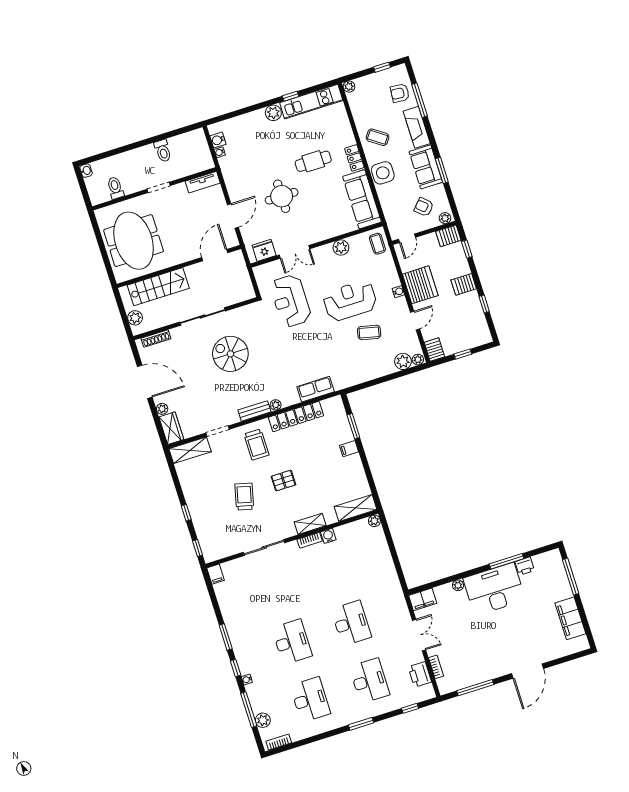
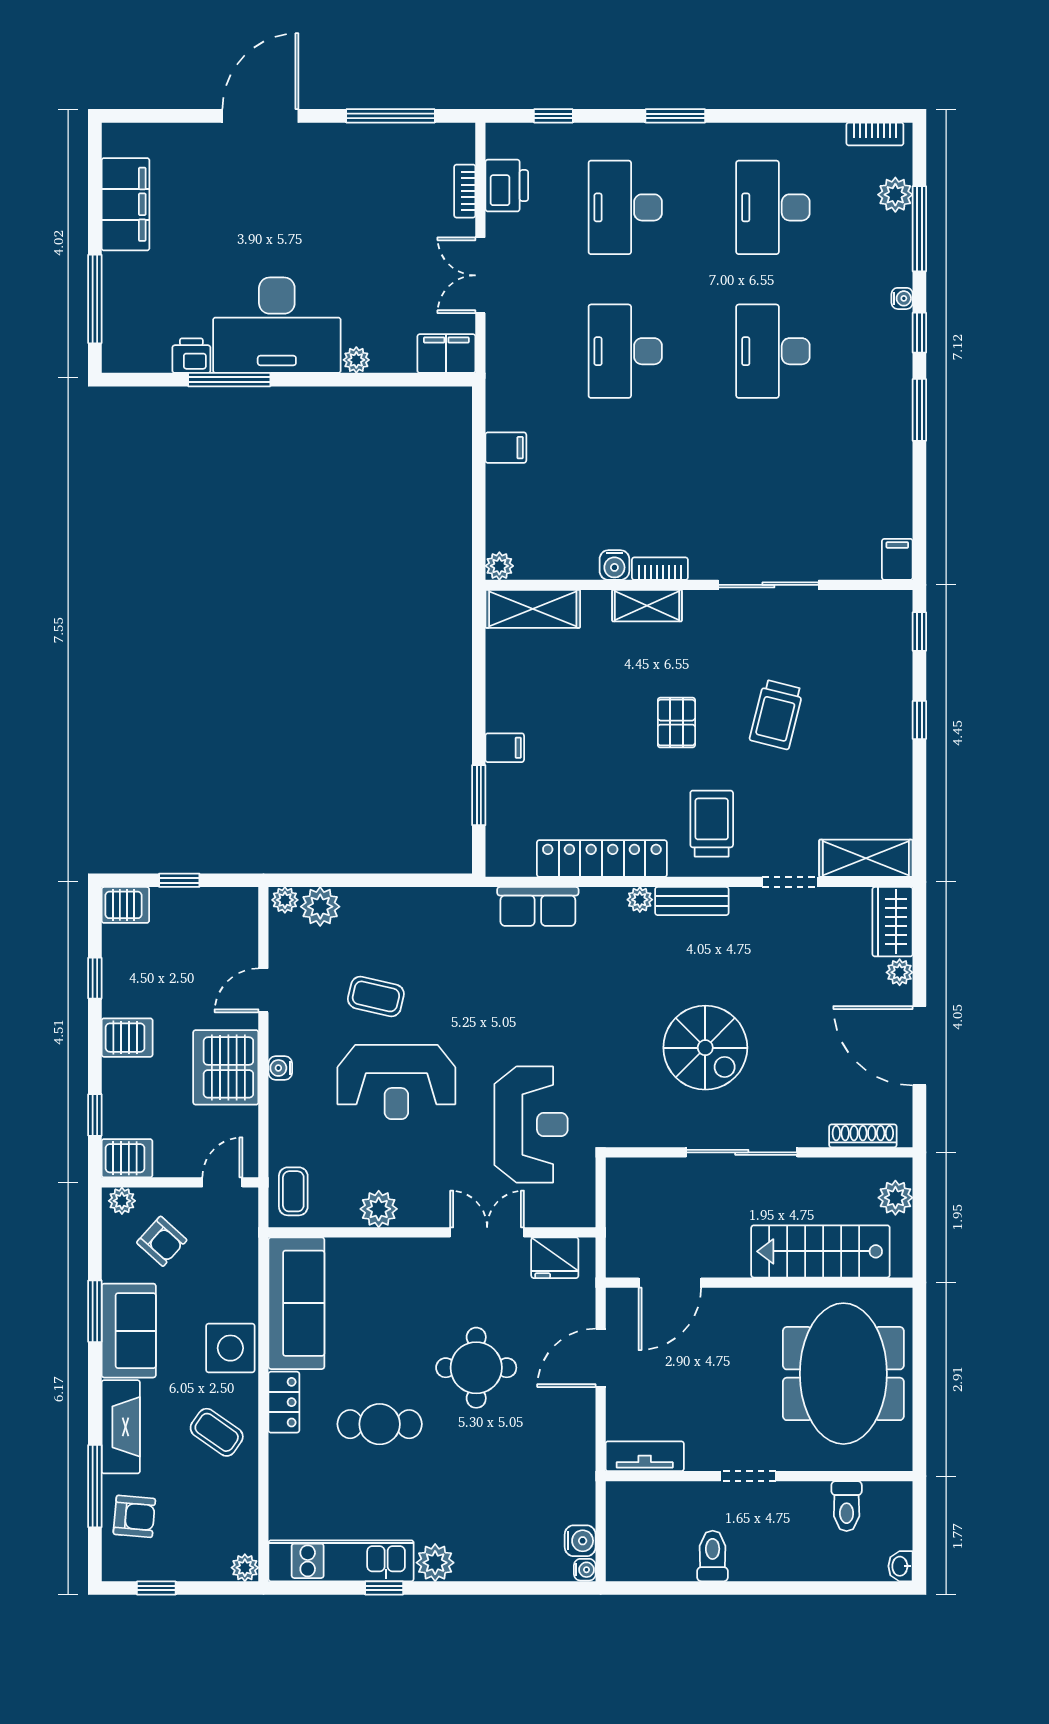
water cooler: (220, 152) -> (585, 1570), moved
server rack: (434, 350) -> (125, 905), moved, turned -90
pallet: (283, 481) -> (676, 723), turned 90
filing cabinet: (387, 569) -> (506, 448), added

